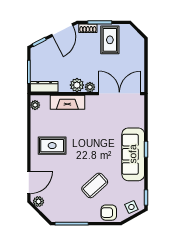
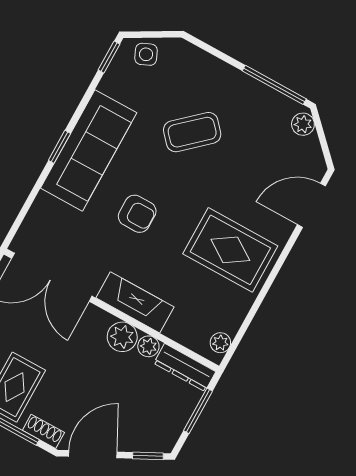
plant: (90, 87) -> (148, 346), moved
fireplace: (67, 102) -> (135, 302), moved
rug: (52, 146) -> (230, 250), width x1.36, depth x1.43
plant: (38, 202) -> (303, 124), moved
armchair: (109, 213) -> (137, 214), moved

